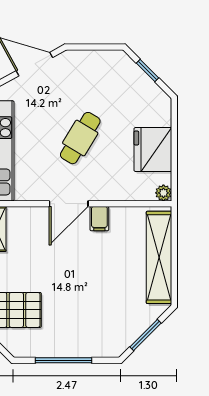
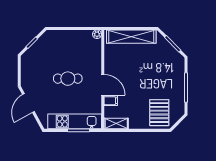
cafe table: (80, 138) -> (68, 79), turned -31
fridge: (153, 150) -> (74, 40), removed
filing cabinet: (99, 219) -> (111, 101), moved

